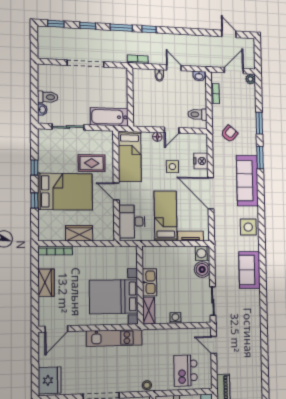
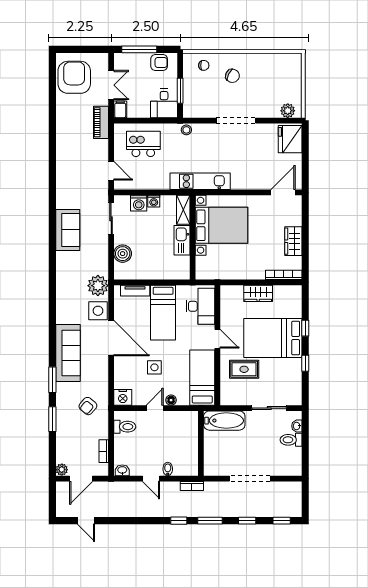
nightstand: (201, 161) -> (123, 397), moved, turned -90
side table: (248, 227) -> (98, 311), moved
plant: (223, 240) -> (98, 286), added
washing machine: (202, 253) -> (139, 203), moved, turned 90
sofa: (250, 270) -> (68, 230), moved
kitchen unit: (114, 338) -> (200, 181), moved
kitchen island: (186, 371) -> (143, 144), turned -90

